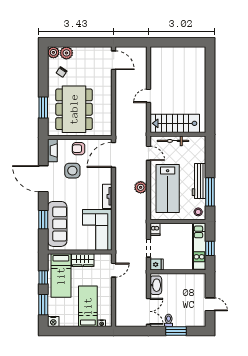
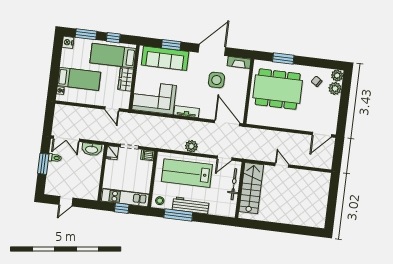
armchair: (79, 149) -> (238, 89), removed

